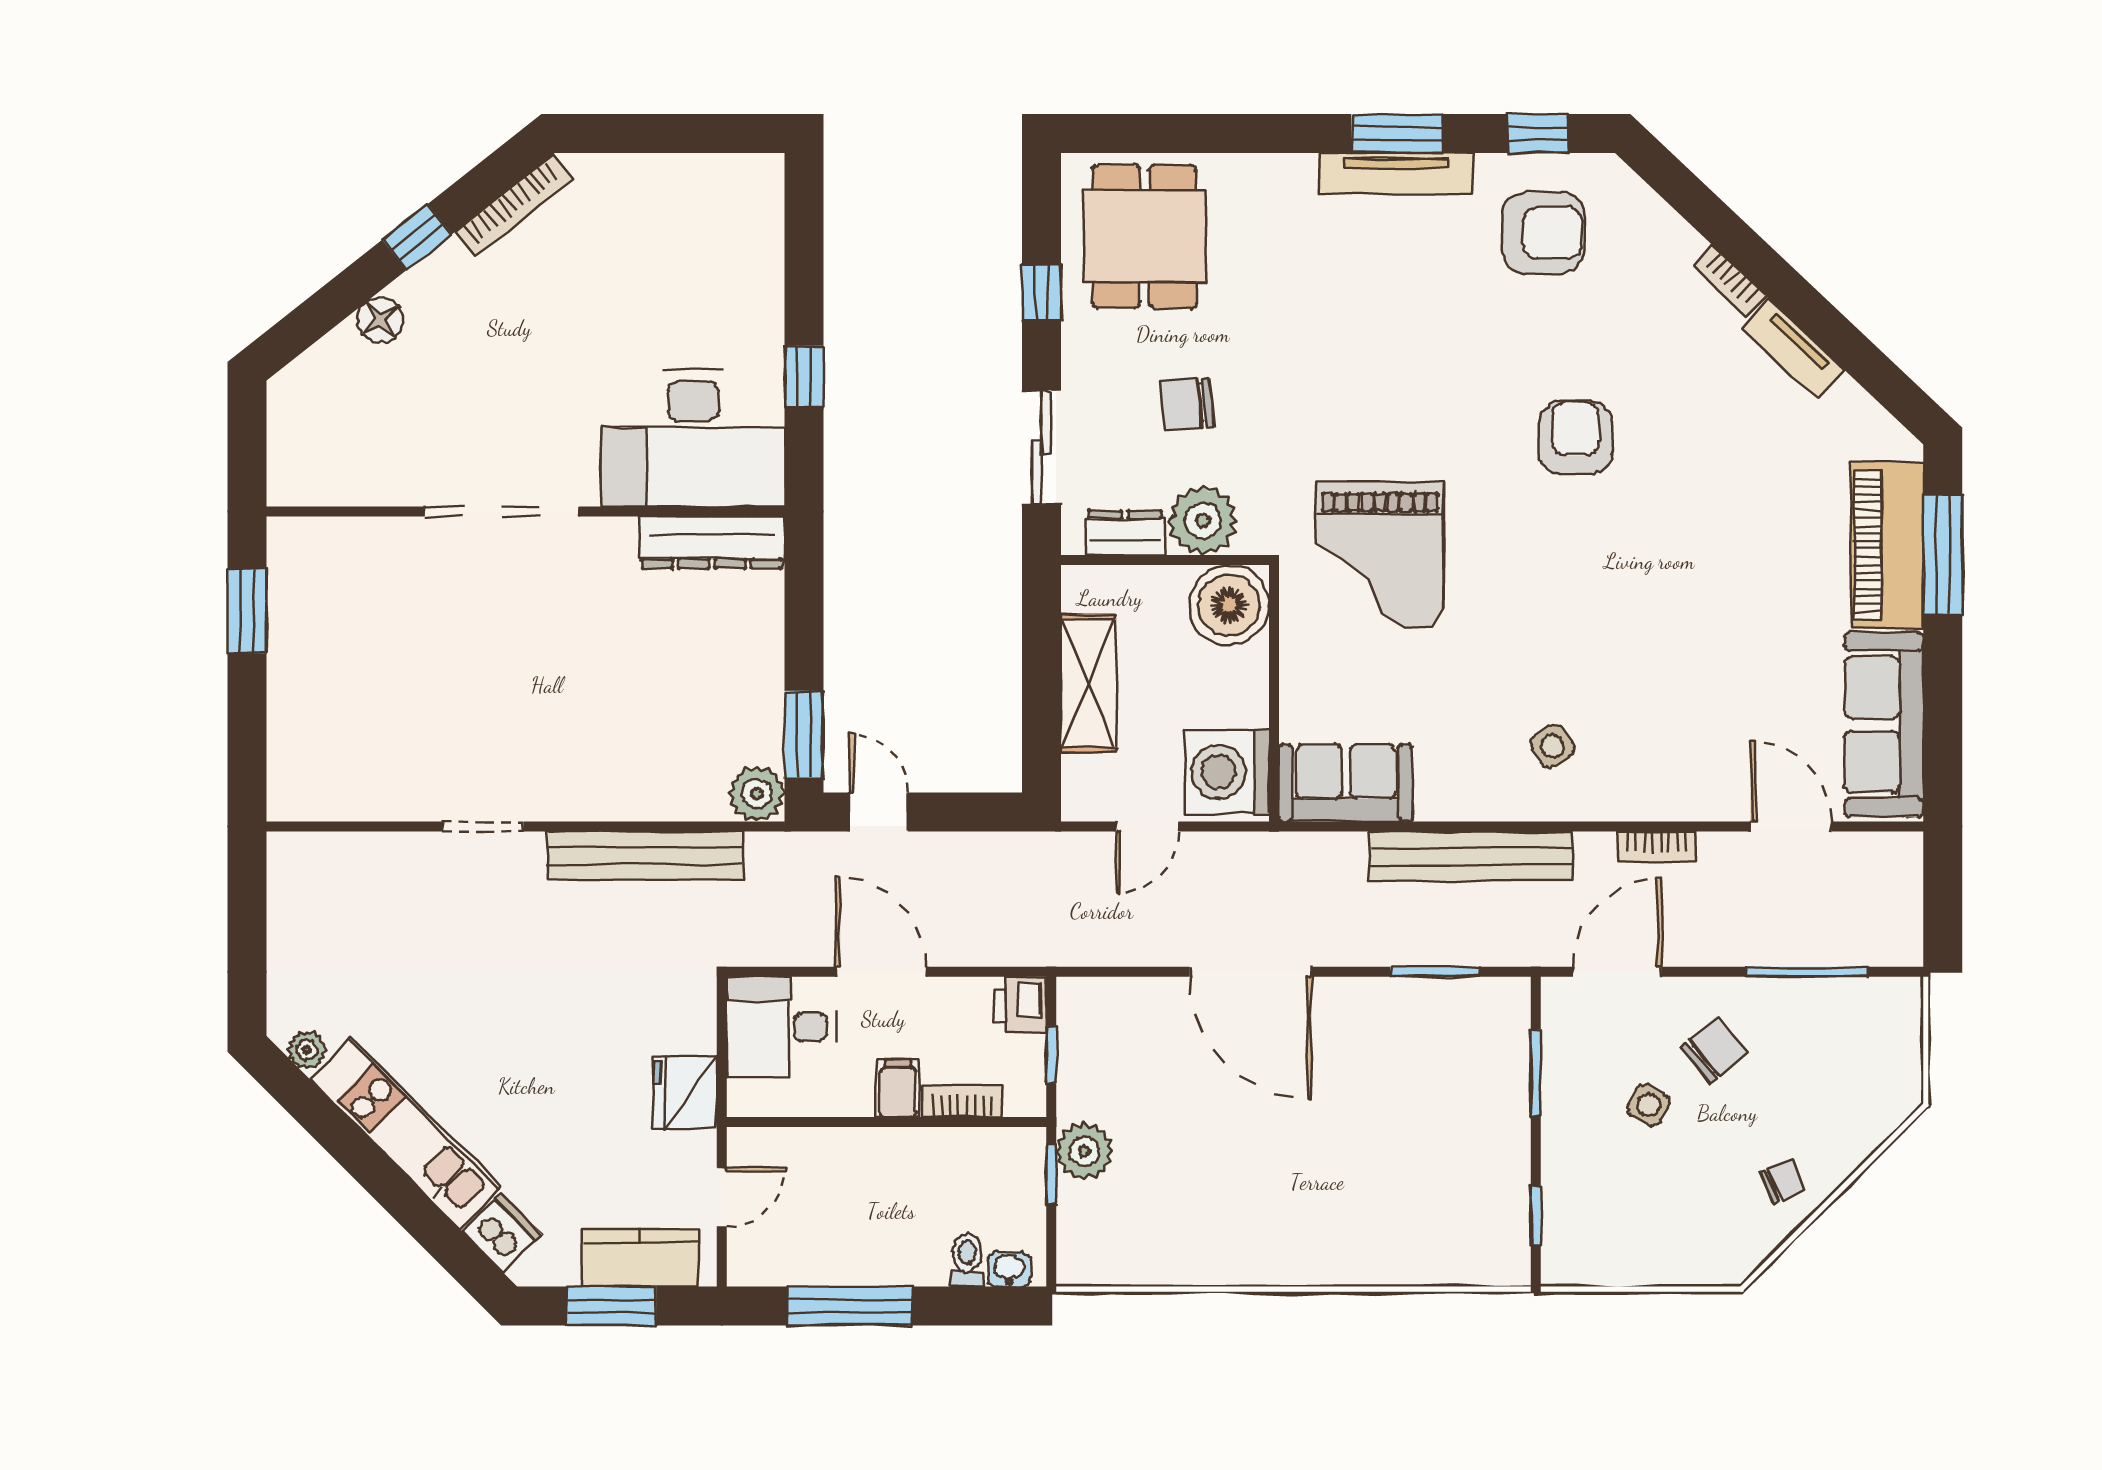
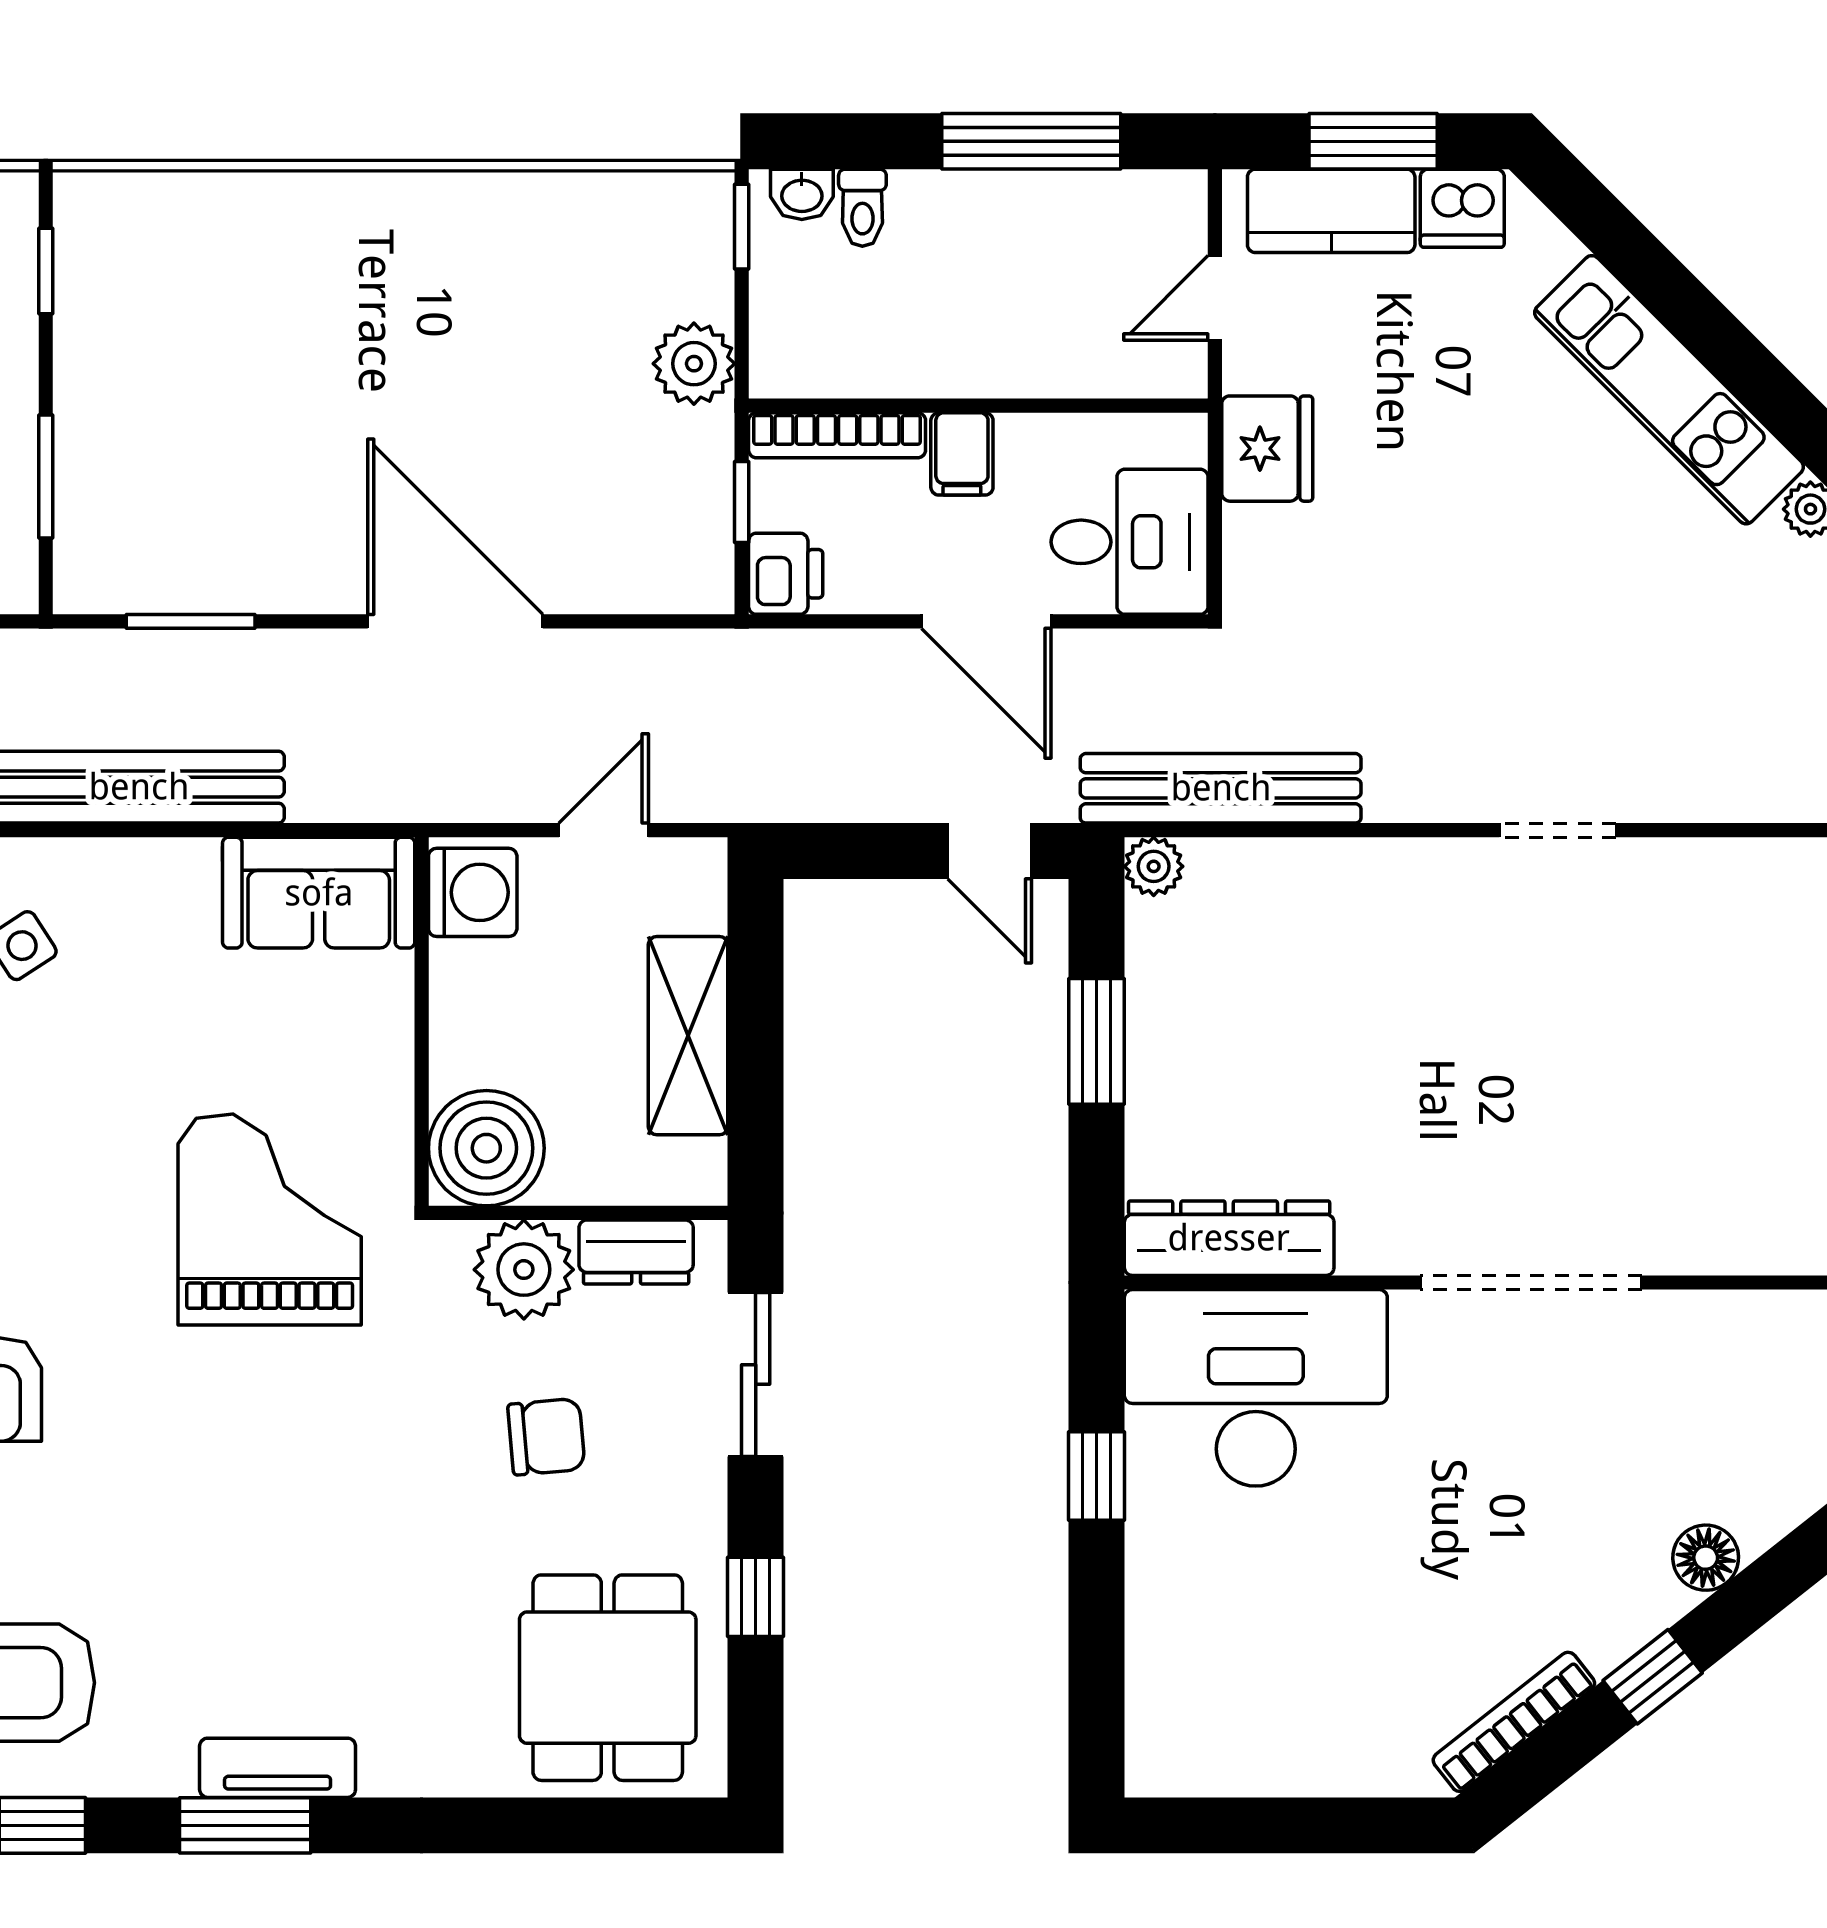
tv unit: (1397, 174) -> (278, 1768), width x0.71
window: (804, 735) -> (1097, 1041), moved
washing machine: (1227, 772) -> (473, 892), width x0.73, depth x0.73
plant: (757, 794) -> (1154, 866), width x0.73, depth x0.73
bench: (645, 856) -> (1221, 788), moved
bookcase: (963, 1101) -> (837, 435), width x1.56
window: (1051, 1174) -> (742, 227), moved
dishwasher: (502, 1233) -> (1462, 208), moved, turned -45

